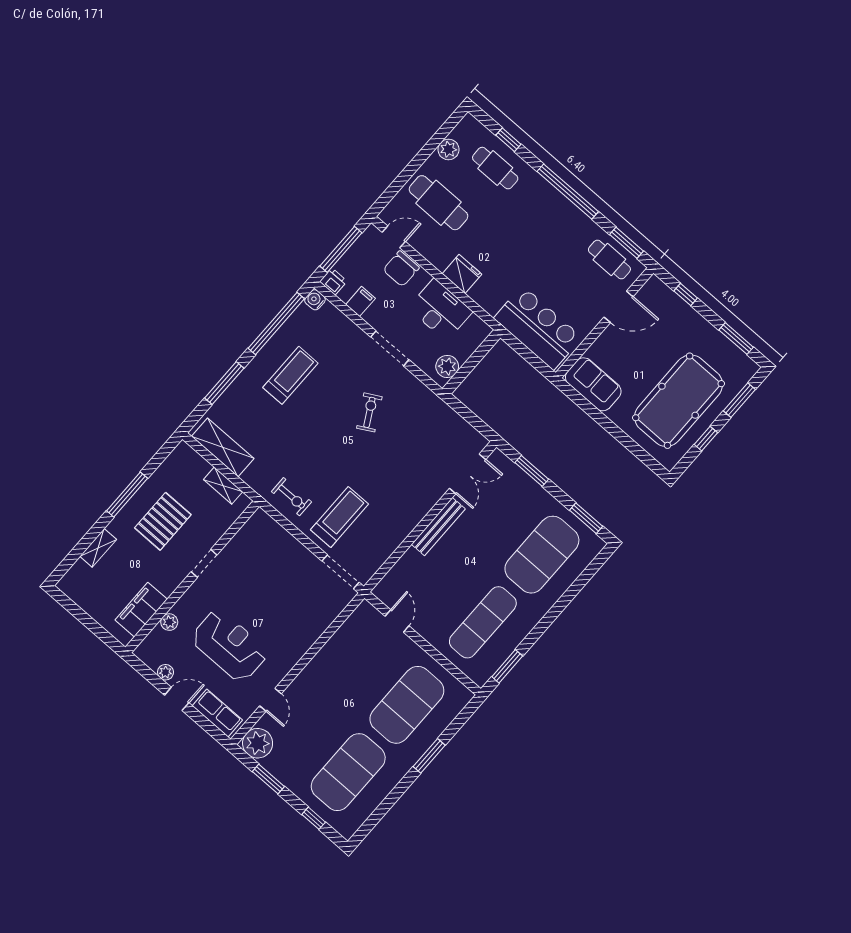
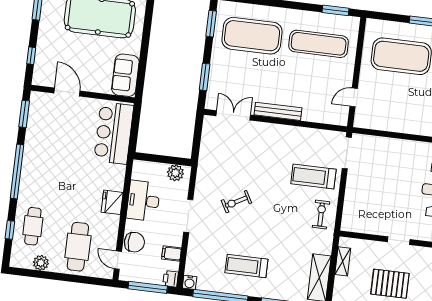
cafe table: (609, 259) -> (42, 117), removed

